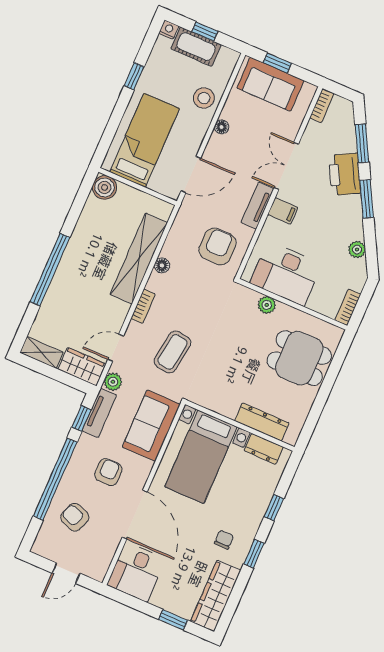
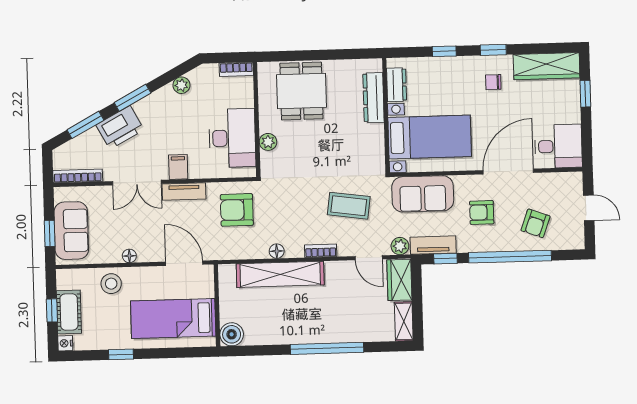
bookcase: (322, 106) -> (78, 176), width x1.56

